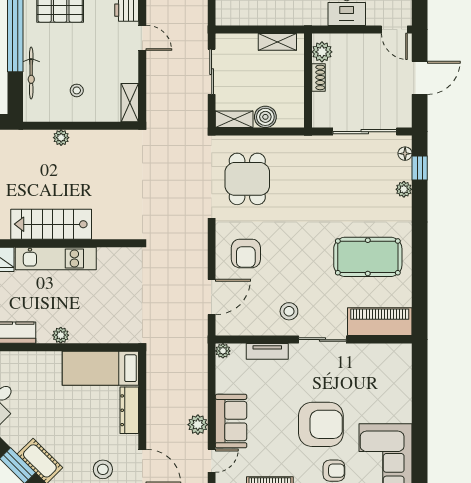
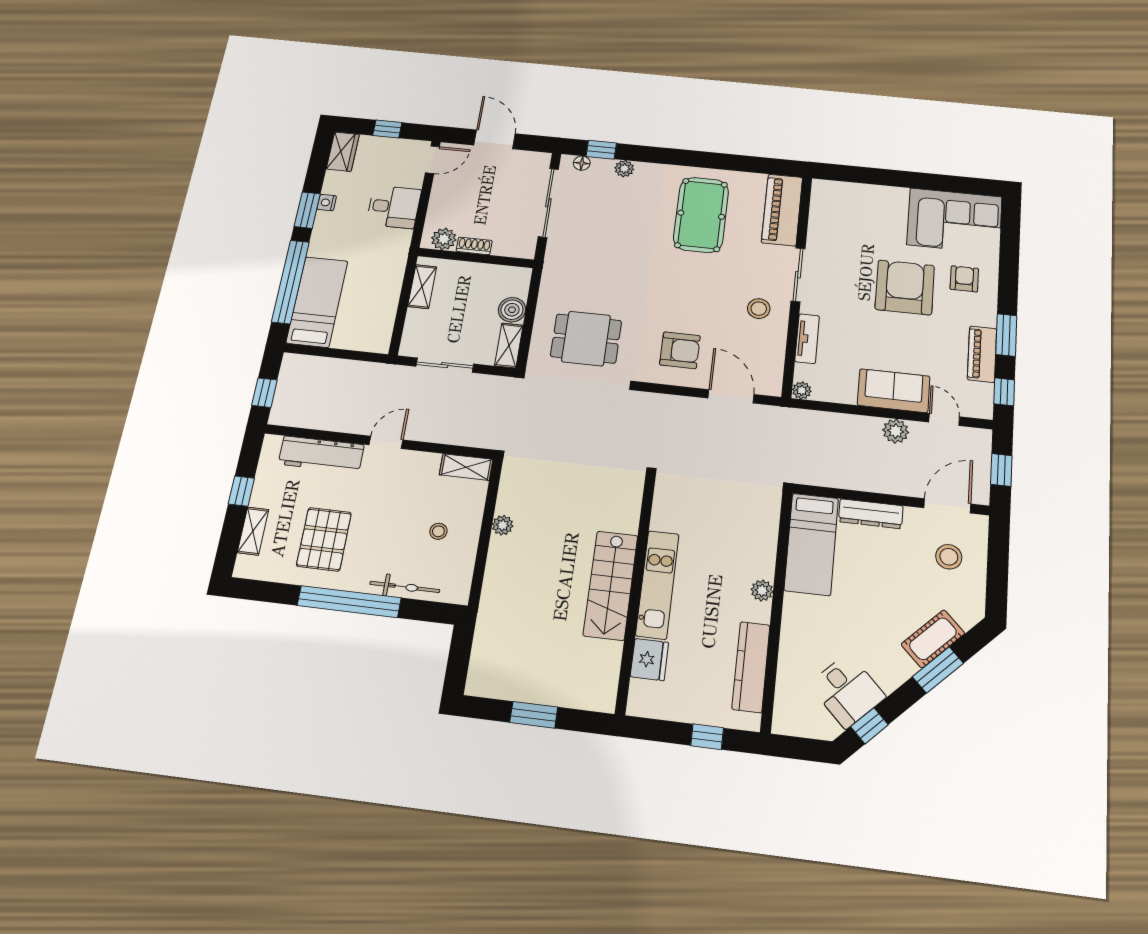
plant: (61, 138) -> (503, 525), moved

